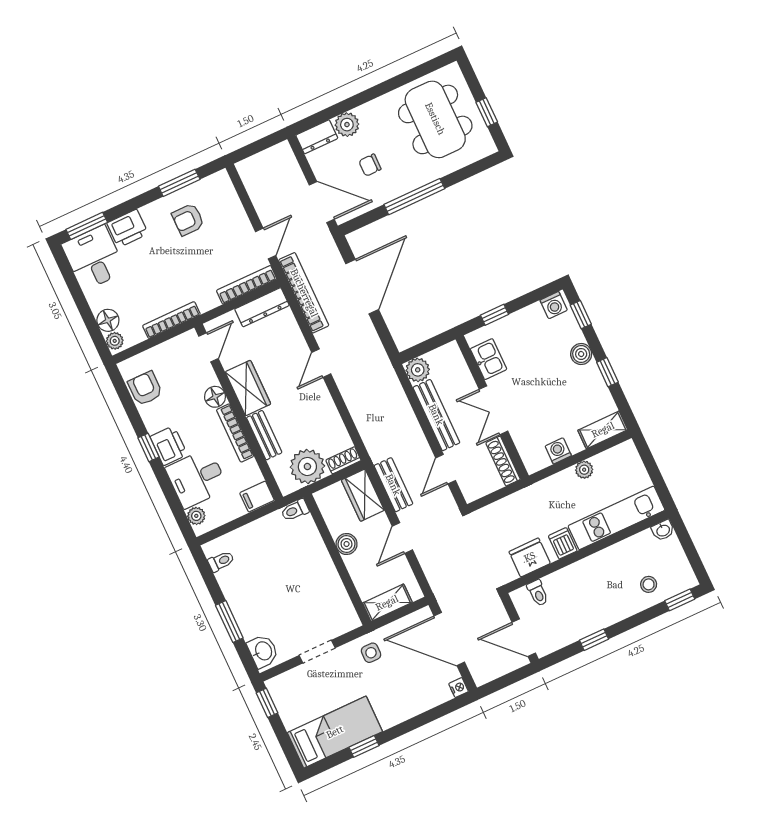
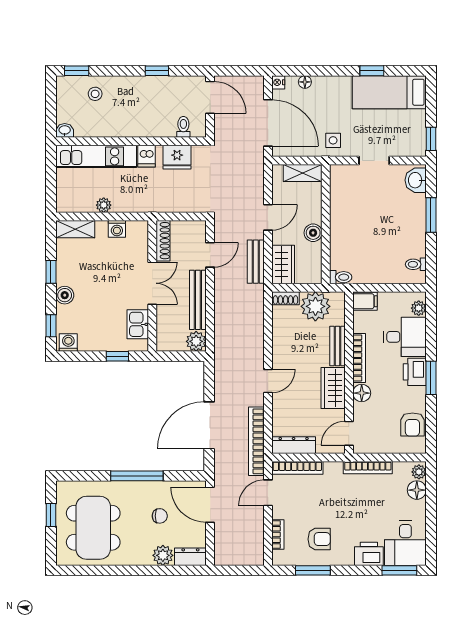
bookcase: (234, 204) -> (278, 534), added
window: (148, 447) -> (431, 378), width x1.50
floor lamp: (430, 701) -> (305, 82), added

